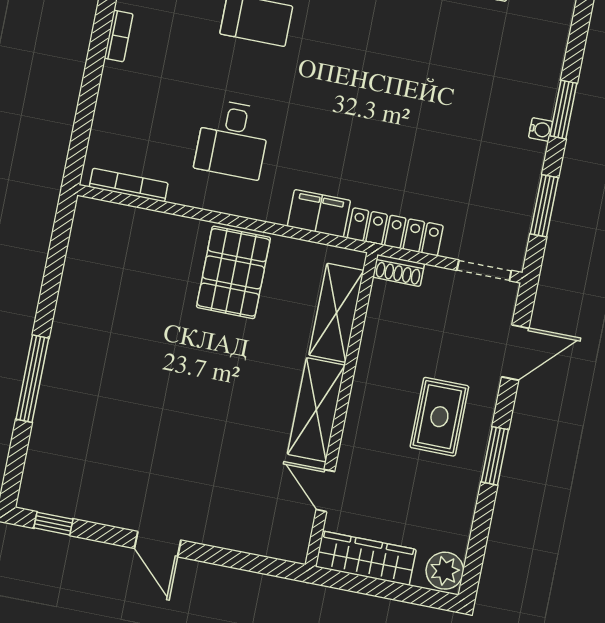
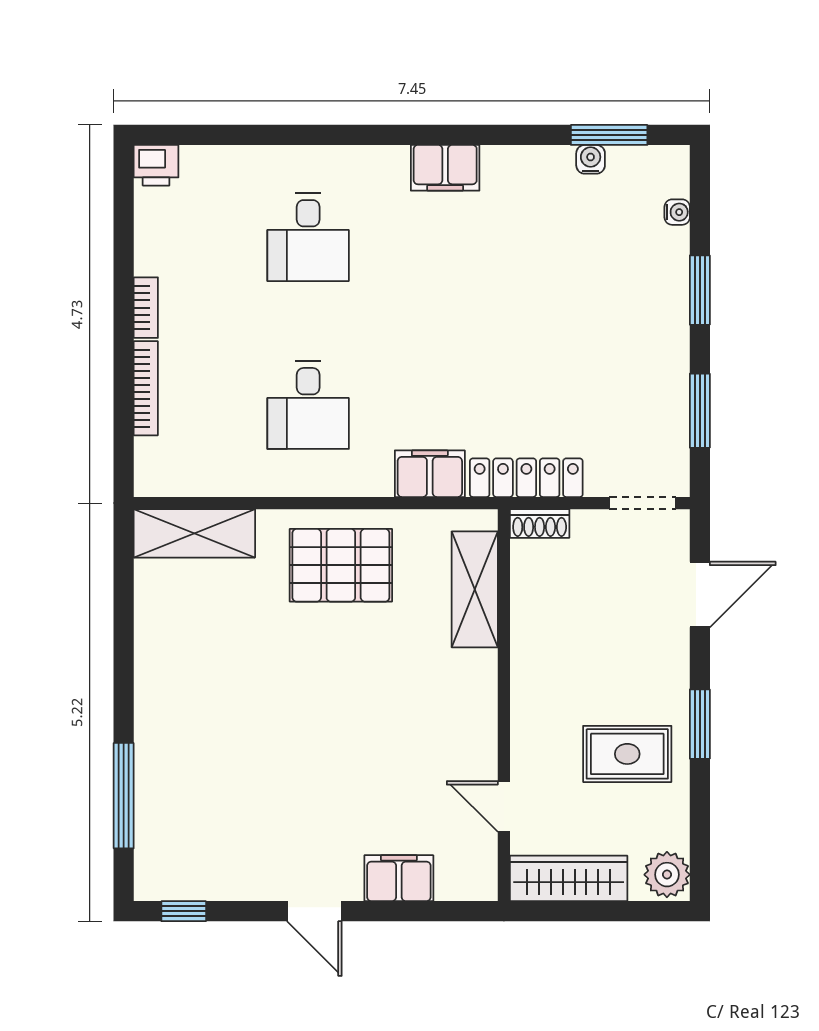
water cooler: (541, 130) -> (677, 212), moved
bookcase: (129, 185) -> (146, 388), moved, turned 90
pallet: (233, 272) -> (341, 565), turned 90
window: (32, 379) -> (124, 796), moved
shelving: (316, 410) -> (194, 533), moved, turned 90
rug: (439, 417) -> (627, 754), moved, turned 90
filing cabinet: (230, 531) -> (399, 878), added

